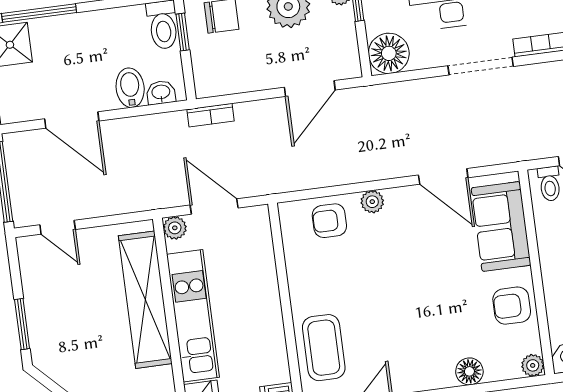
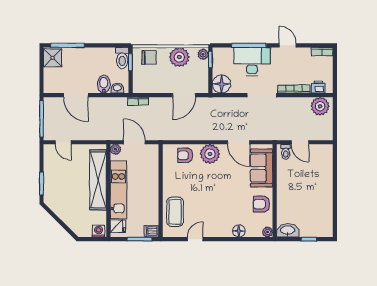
plant: (372, 202) -> (210, 154), width x1.88, depth x1.88

